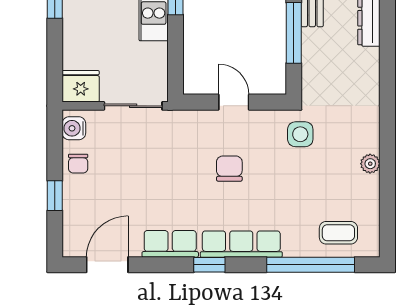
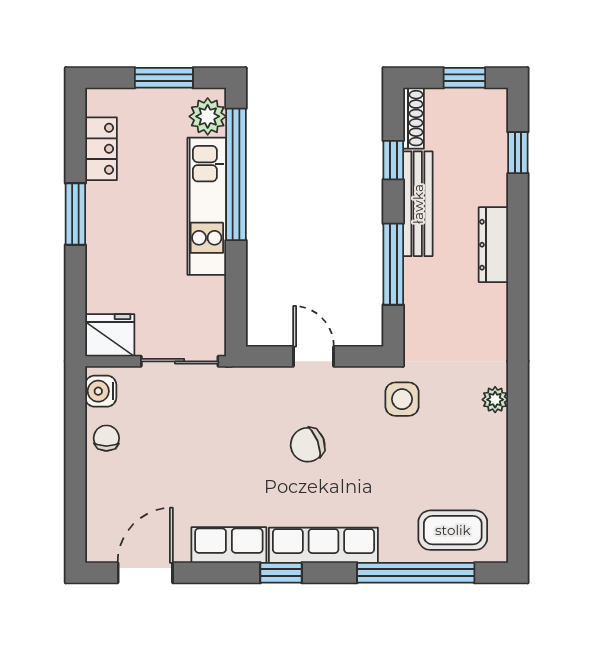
chair: (78, 164) -> (106, 438), turned 180
plant: (370, 164) -> (495, 400), moved
chair: (229, 169) -> (308, 445), turned -111
window: (55, 196) -> (75, 481), removed
coffee table: (338, 233) -> (453, 530), width x1.36, depth x1.30

